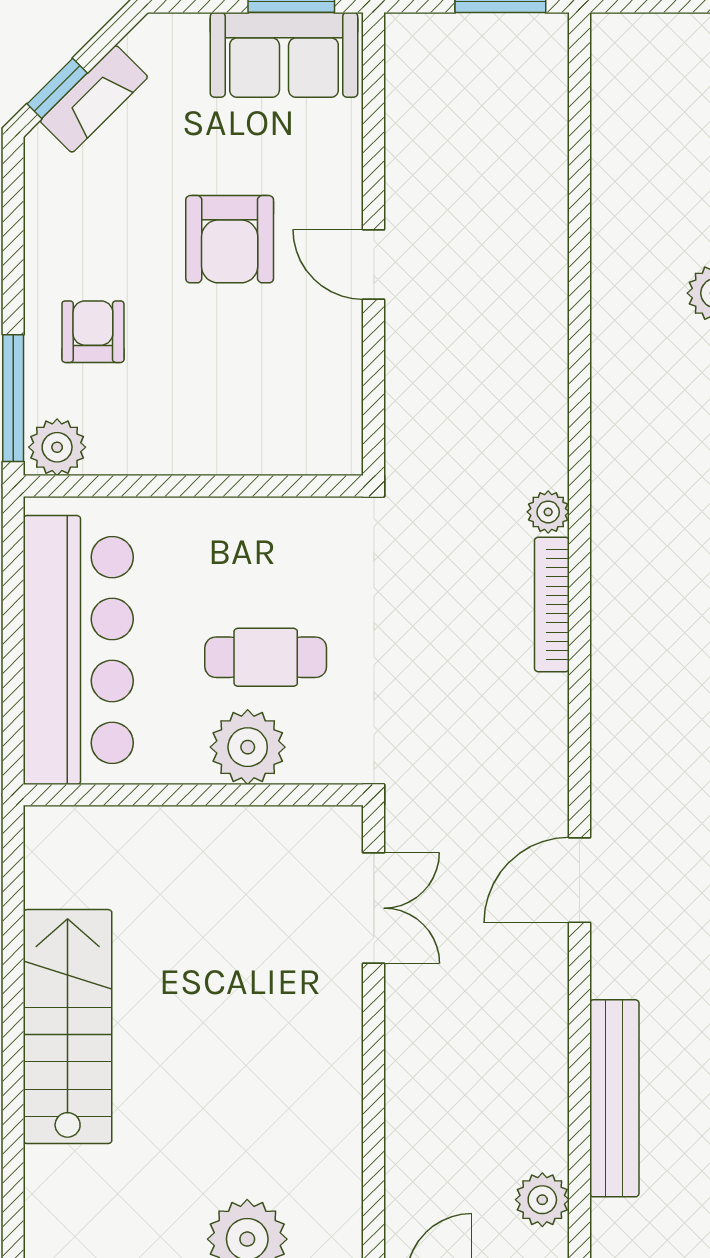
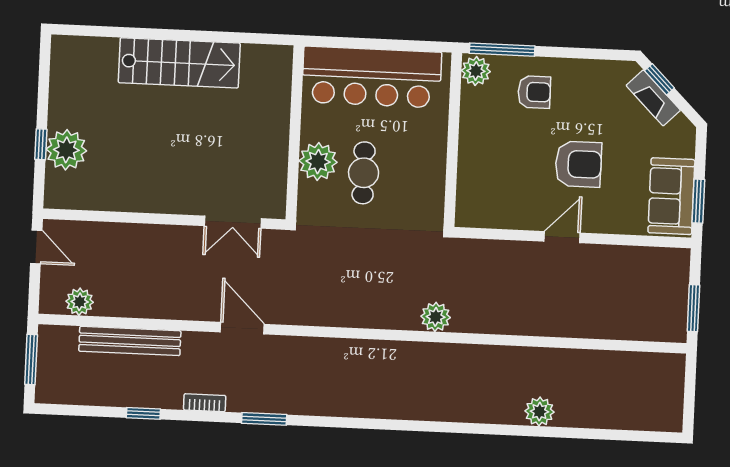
armchair: (230, 239) -> (578, 164), turned 180
plant: (548, 512) -> (436, 317), width x1.38, depth x1.38
bookcase: (552, 604) -> (384, 321), removed

